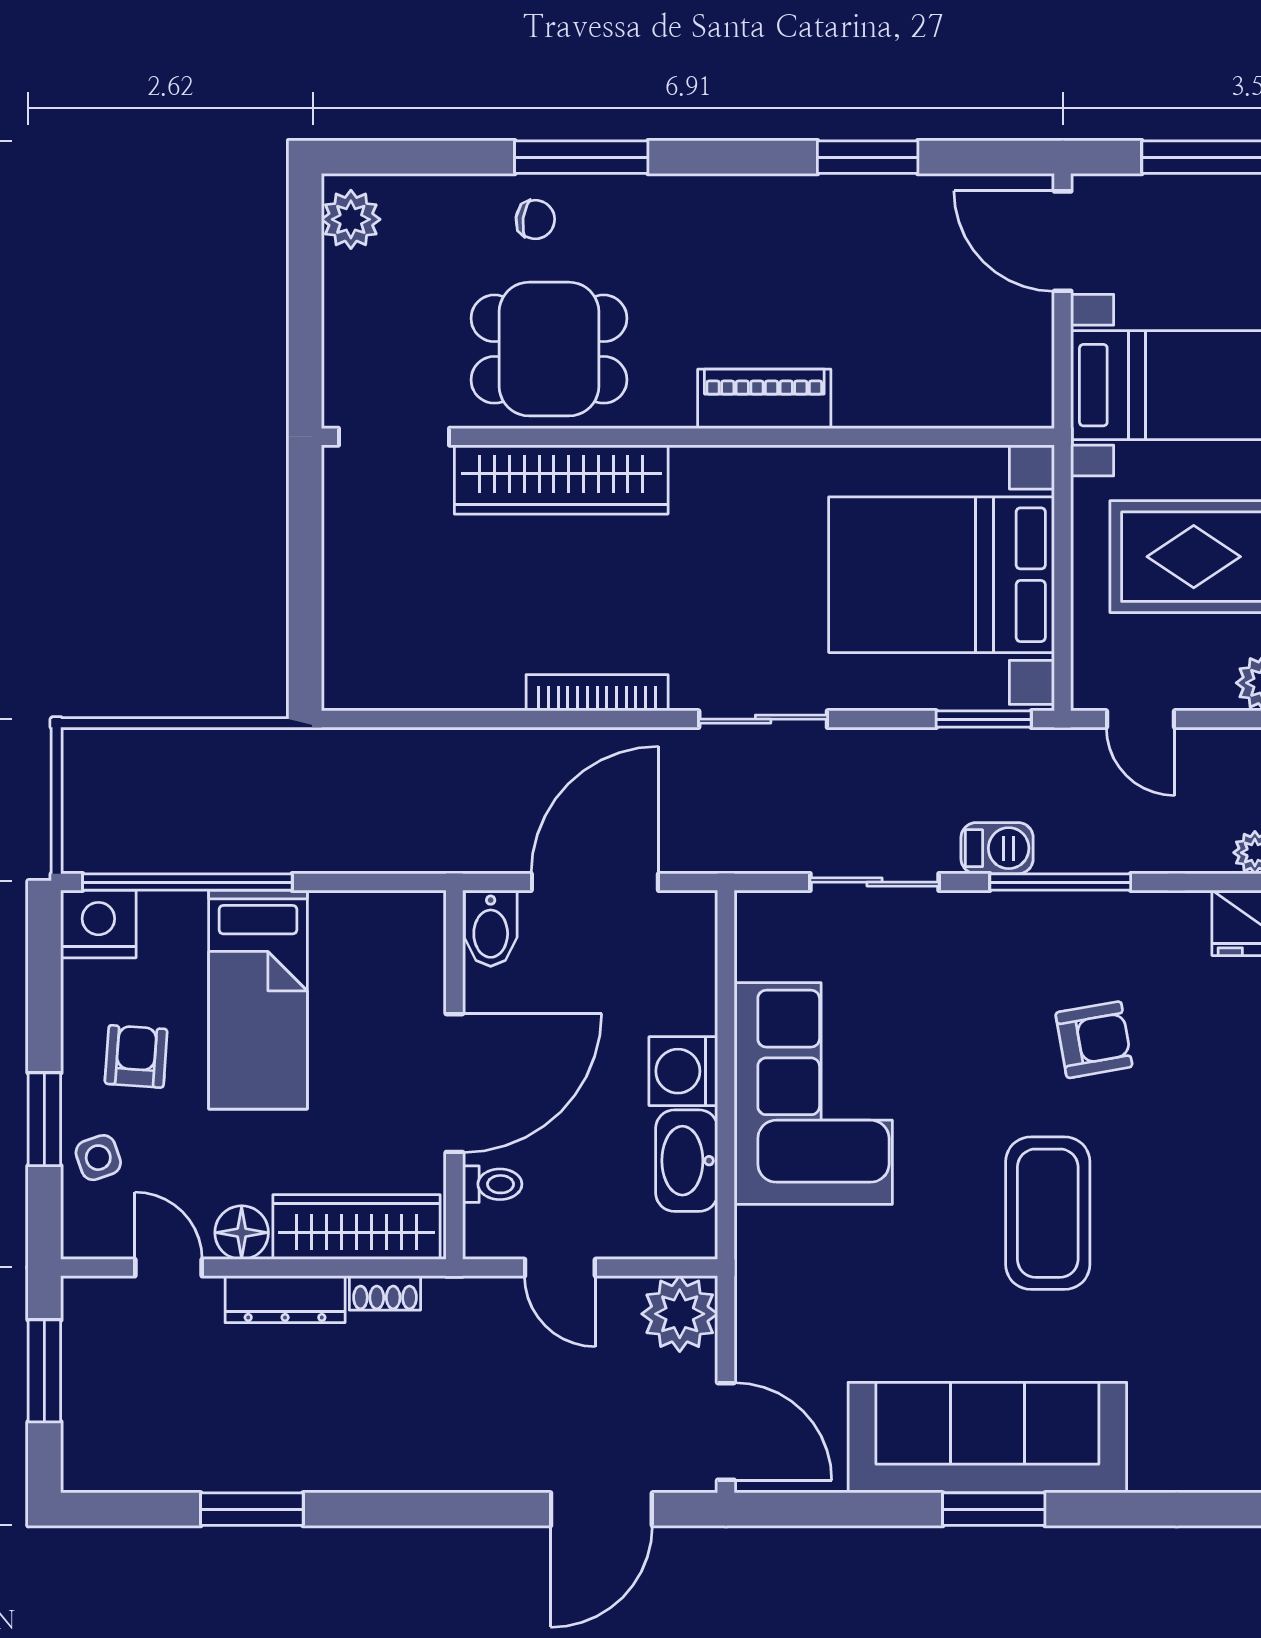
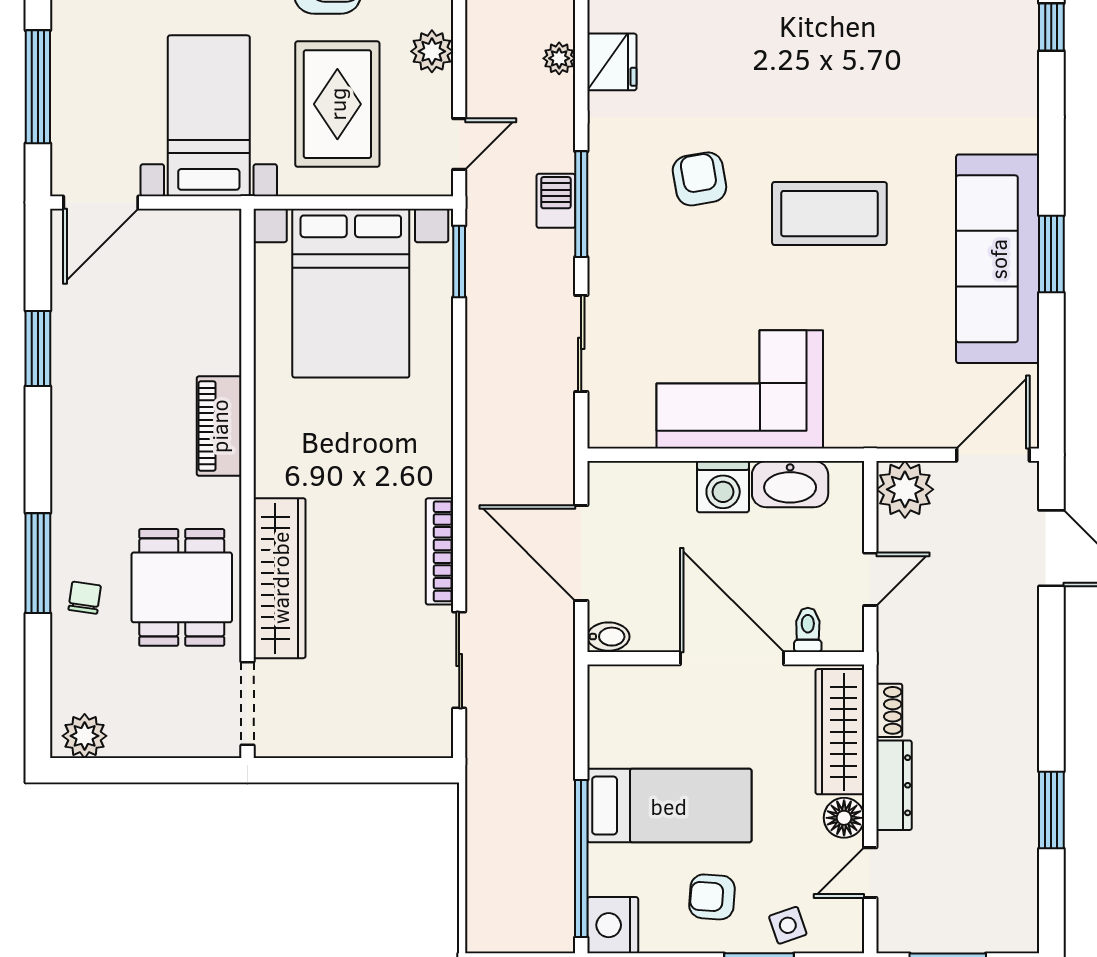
sliding door: (763, 719) -> (459, 660), moved
barbecue: (997, 848) -> (556, 201), moved
bidet: (491, 928) -> (608, 637), width x0.72, depth x0.74

